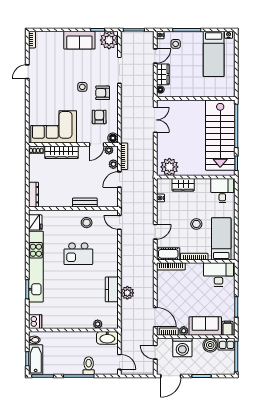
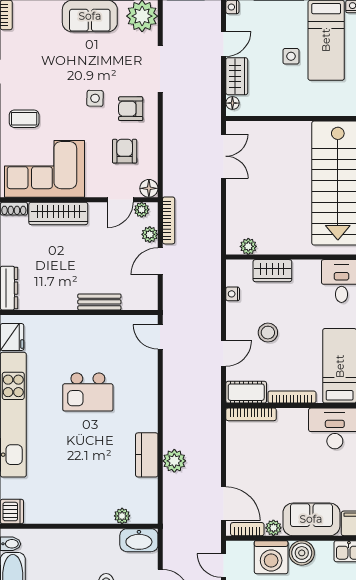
side table: (176, 44) -> (291, 56), moved
coffee table: (42, 99) -> (24, 119), added
plant: (169, 167) -> (248, 246), width x0.53, depth x0.53
stool: (87, 223) -> (102, 337), removed
stool: (196, 224) -> (268, 333), moved
boiler: (210, 345) -> (302, 553), moved

